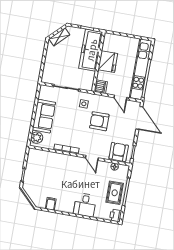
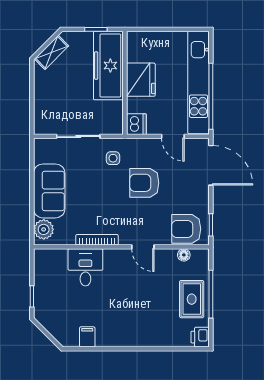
armchair: (119, 152) -> (186, 229), turned -90
desk: (85, 205) -> (85, 267), moved, turned 180

